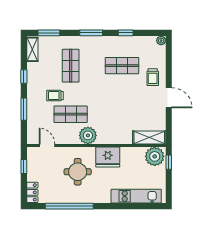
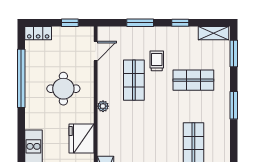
window: (126, 33) -> (234, 148), removed
plant: (88, 135) -> (103, 106), width x0.53, depth x0.53
fridge: (108, 157) -> (81, 139), moved

